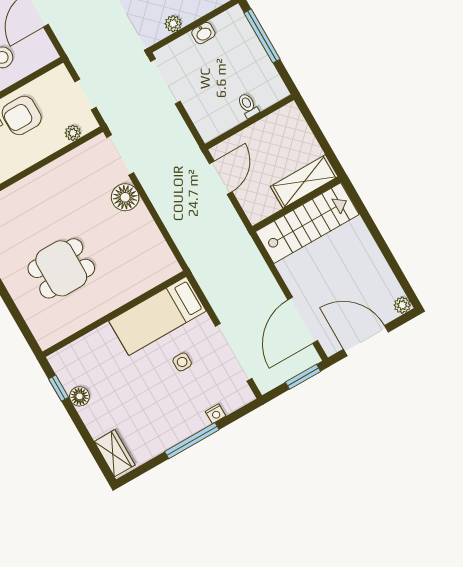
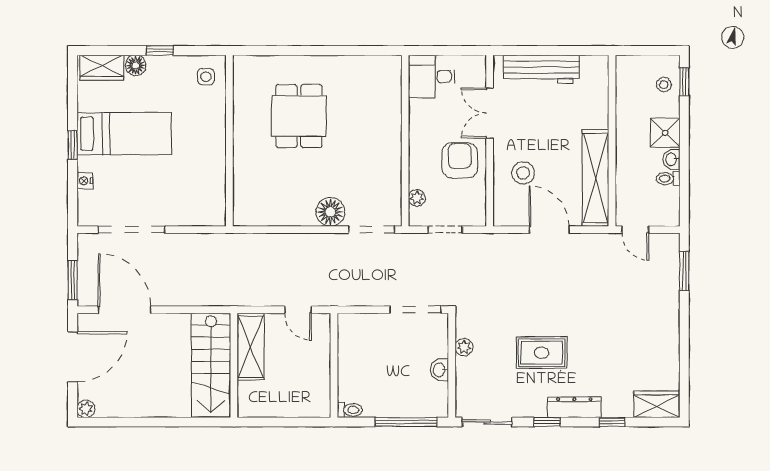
toilet: (248, 105) -> (350, 410), moved
door: (221, 178) -> (298, 310), width x0.73
shelving: (304, 182) -> (251, 347), moved
bed: (158, 316) -> (124, 134), moved, turned 90
side table: (182, 362) -> (206, 77), moved
window: (59, 388) -> (160, 51), moved
floor lamp: (79, 396) -> (136, 65), moved
window: (192, 441) -> (73, 145), width x0.46

